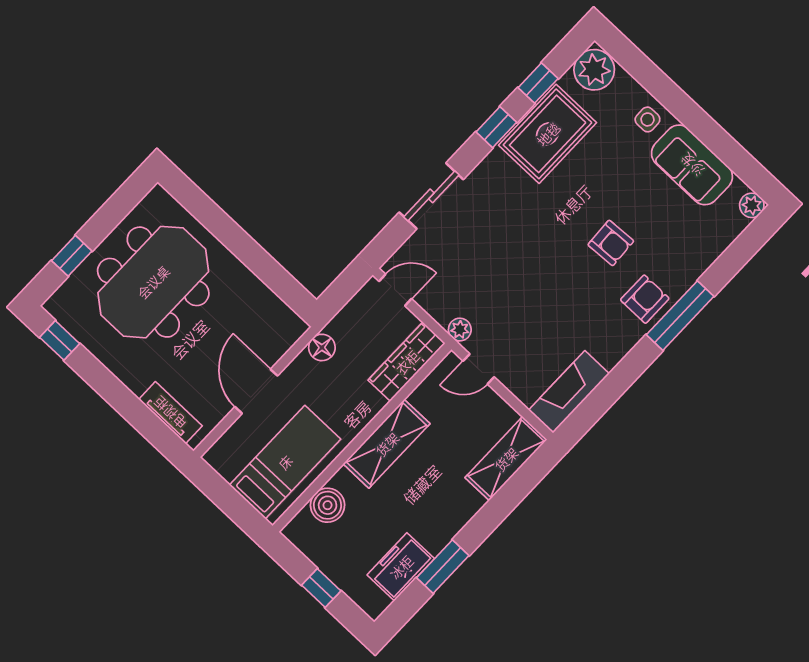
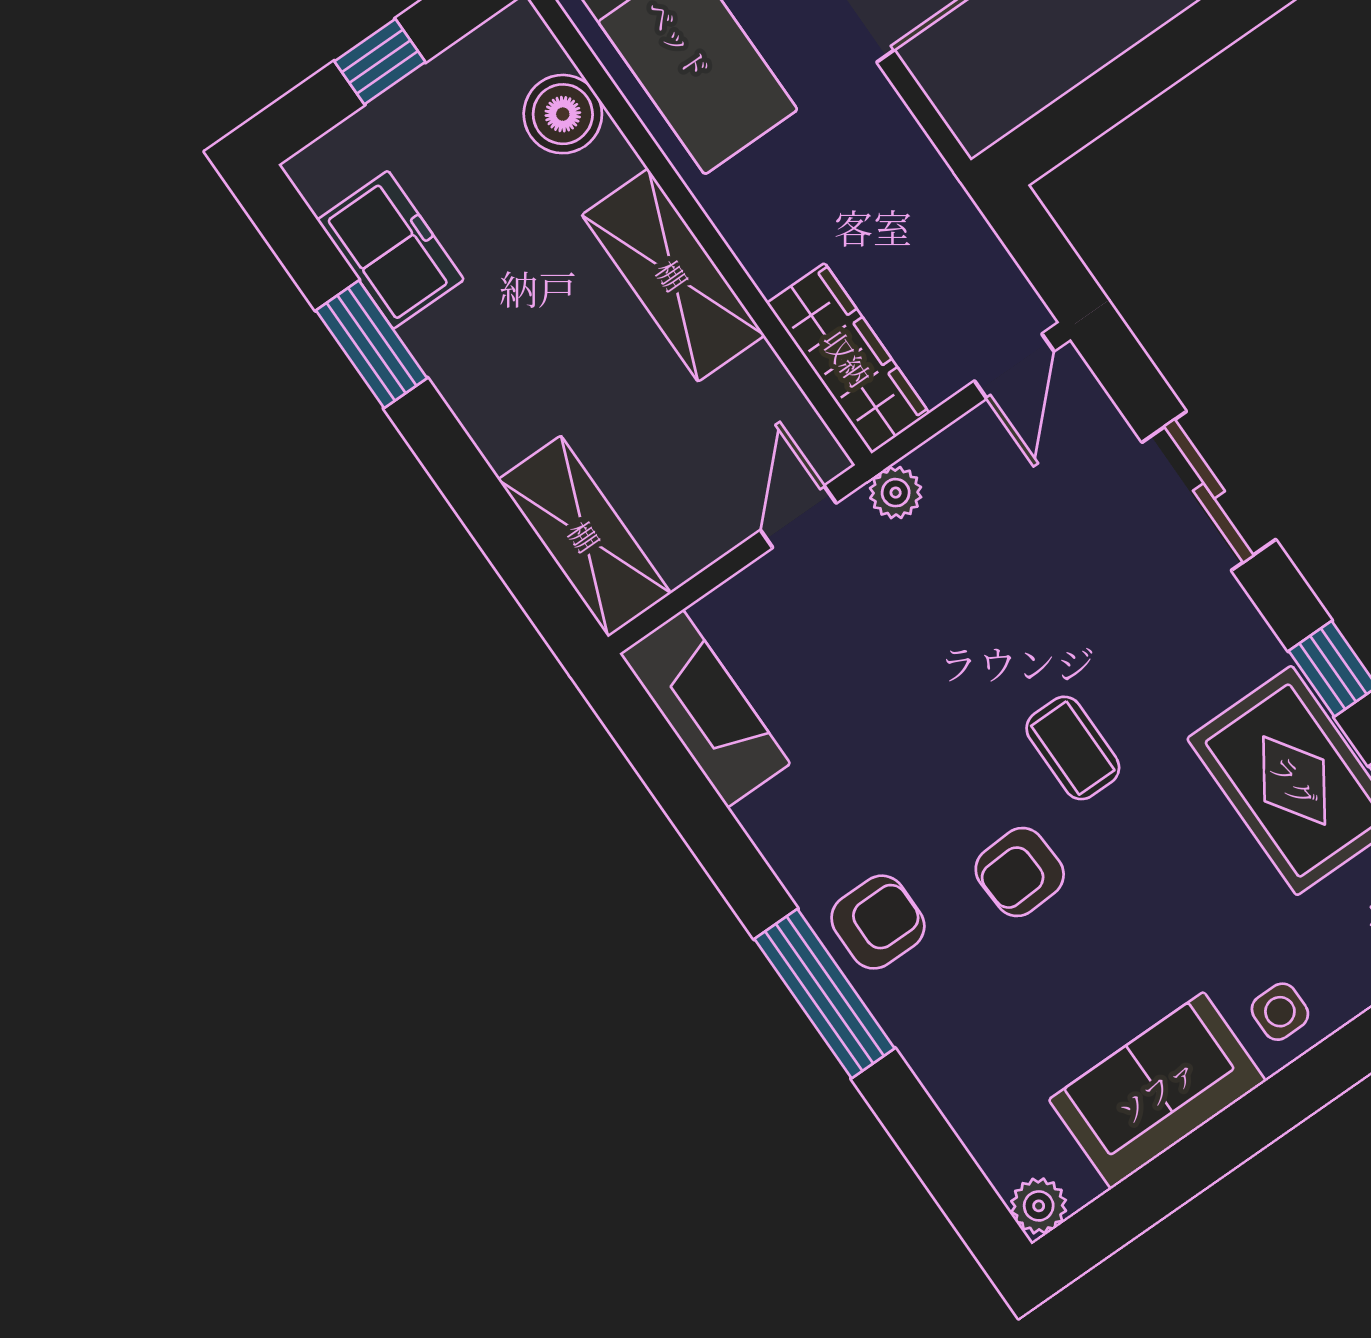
coffee table: (553, 231) -> (1073, 748), added
armchair: (645, 299) -> (878, 922), turned -90
floor lamp: (322, 347) -> (919, 175), removed

